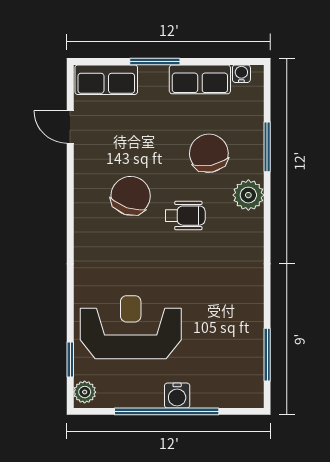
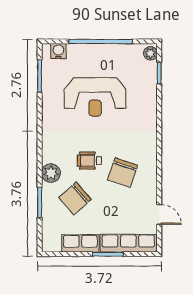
water cooler: (241, 74) -> (55, 247), removed
row of seats: (106, 80) -> (128, 243), width x1.48
chair: (209, 153) -> (75, 198), turned 60
reception desk: (131, 327) -> (95, 97), moved
water cooler: (177, 396) -> (58, 51), moved

